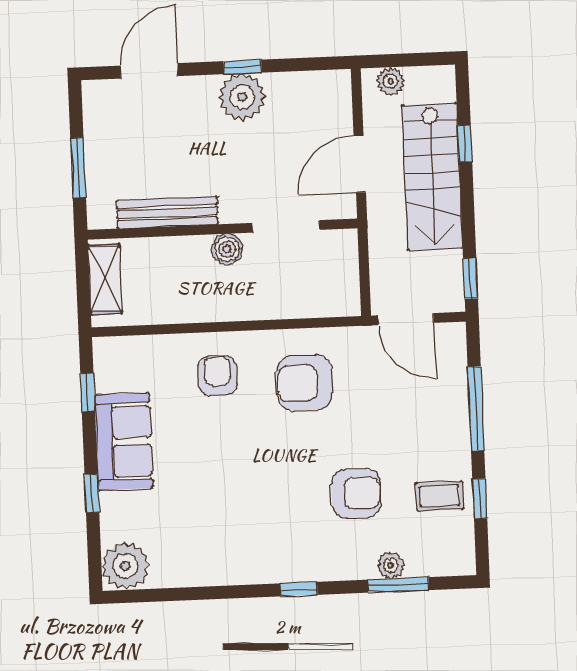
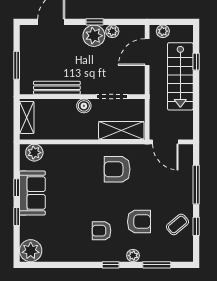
plant: (282, 86) -> (112, 31), added
door: (360, 164) -> (147, 52), moved
window: (471, 278) -> (196, 124), removed
shelving: (310, 299) -> (121, 130), added
plant: (124, 354) -> (34, 153), added
armchair: (217, 376) -> (102, 231), moved, turned -90
window: (88, 392) -> (17, 188), moved
coffee table: (439, 496) -> (177, 224), turned -40
plant: (391, 565) -> (133, 256), moved

